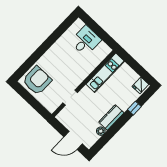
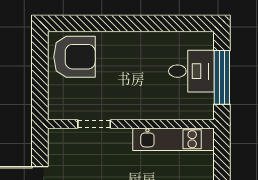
window: (99, 31) -> (222, 77), added

